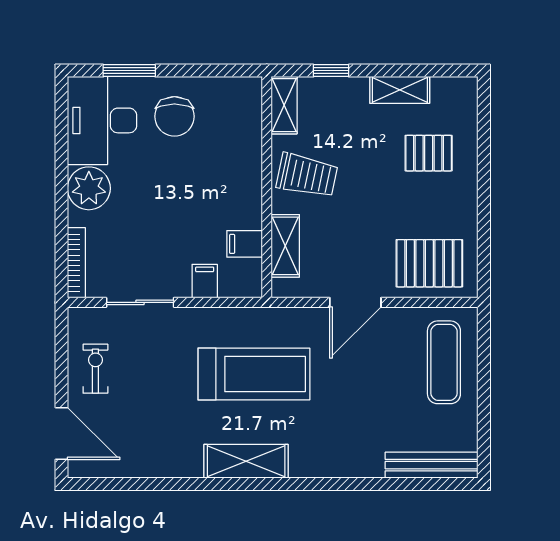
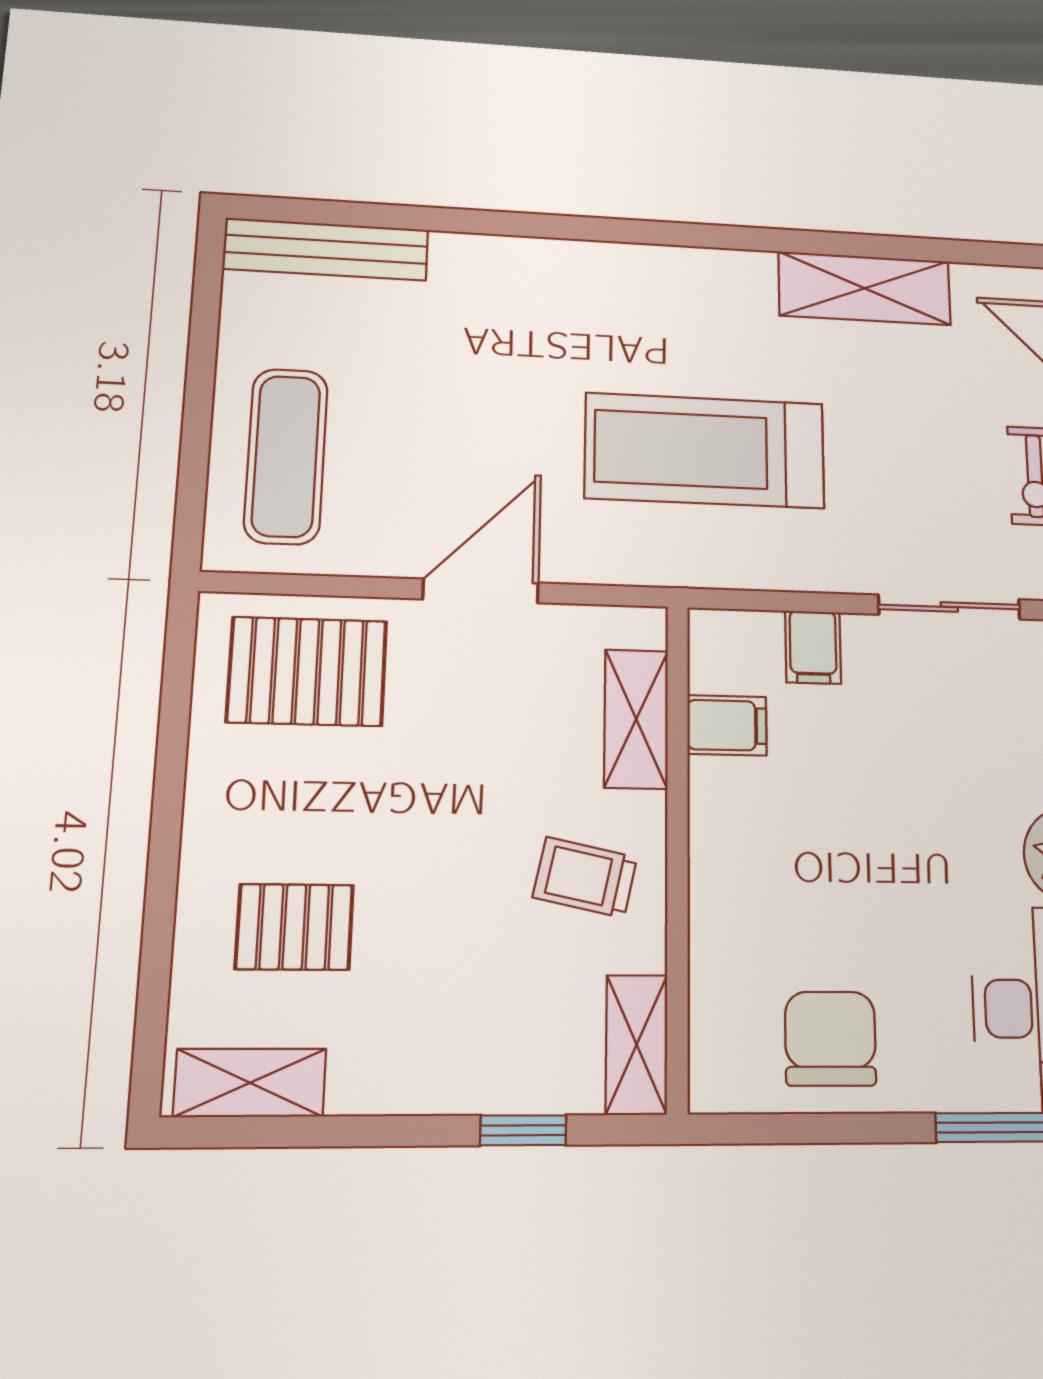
shelving: (400, 90) -> (250, 1083), moved
chair: (174, 116) -> (830, 1039), moved
trolley: (307, 175) -> (585, 877), width x0.73, depth x0.72
shelving: (246, 461) -> (865, 288), moved

